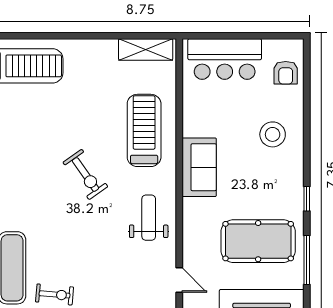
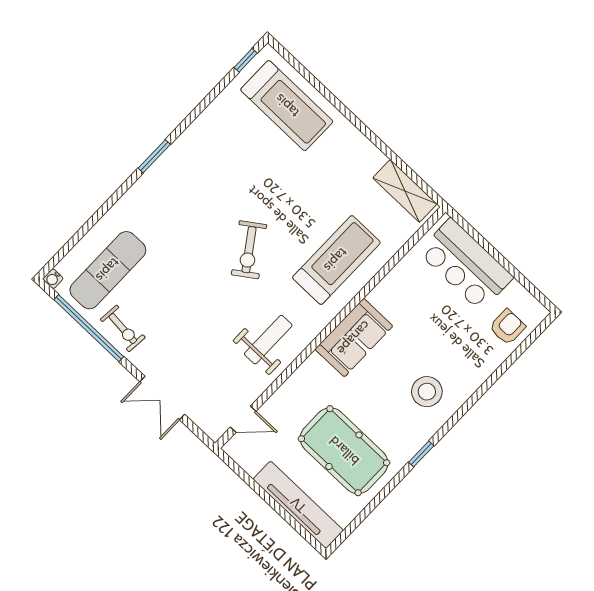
armchair: (286, 73) -> (507, 327), turned 180
stool: (273, 134) -> (427, 392), moved
window: (307, 260) -> (371, 507), removed
door: (179, 280) -> (243, 419), hinge flipped

